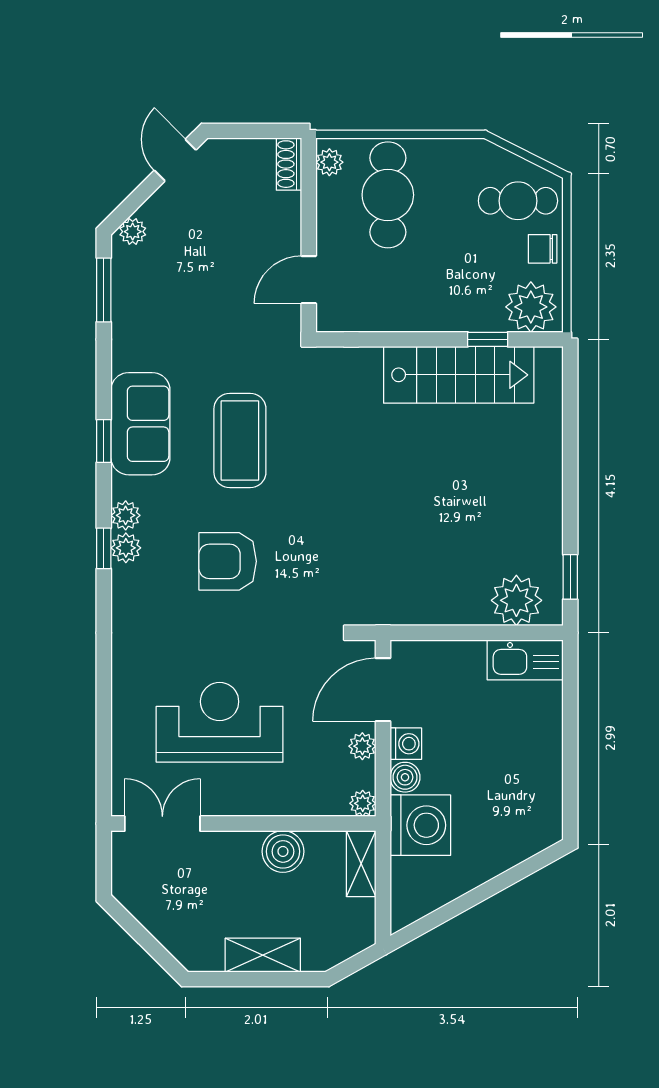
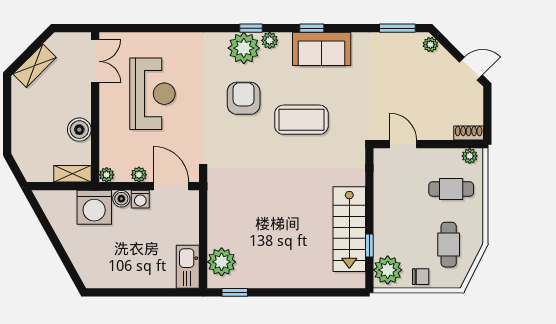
cafe table: (388, 195) -> (451, 189), width x0.73, depth x0.74
cafe table: (518, 201) -> (449, 245), moved
chair: (543, 249) -> (421, 277), turned 90
coffee table: (240, 441) -> (301, 120), moved
plant: (126, 548) -> (244, 48), width x1.87, depth x1.87
shelving: (263, 955) -> (35, 66), moved, turned 45

